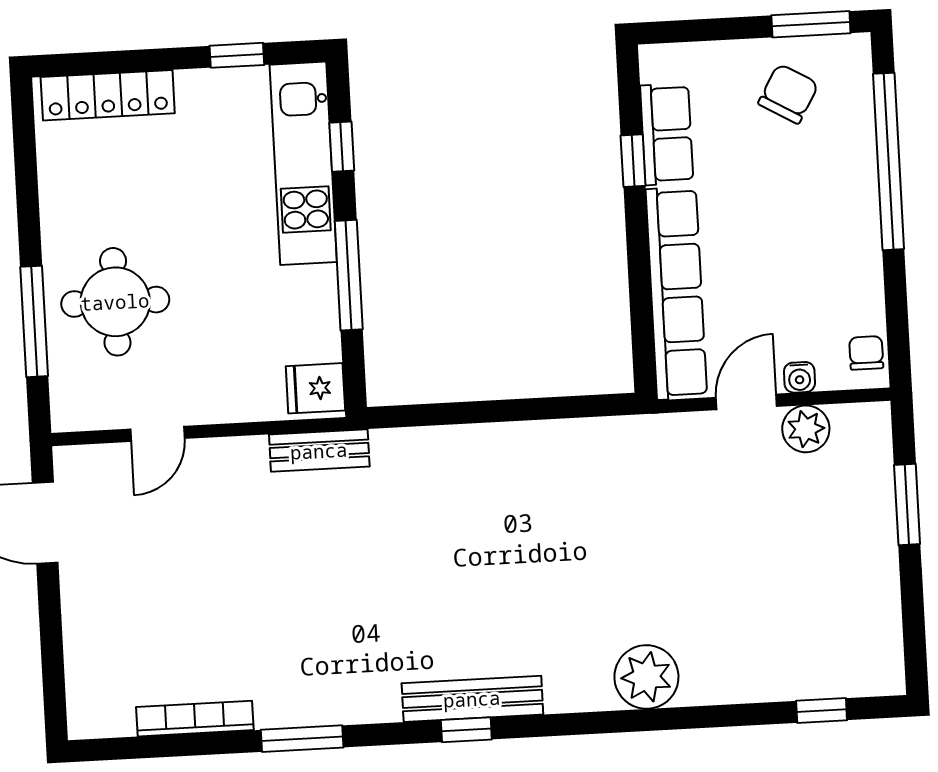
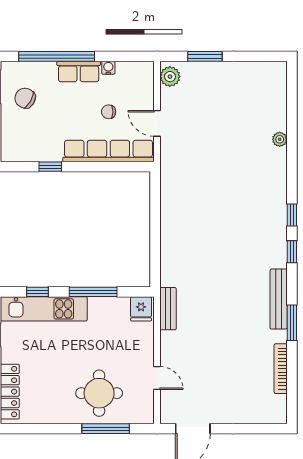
row of seats: (667, 134) -> (79, 72), moved, turned 180
chair: (866, 353) -> (109, 112), moved
water cooler: (799, 377) -> (108, 68), moved, turned -90
plant: (806, 429) -> (170, 77), moved
plant: (646, 677) -> (280, 139), moved, width x0.53, depth x0.53
bench: (472, 699) -> (279, 299), moved
window: (822, 710) -> (292, 215), moved

